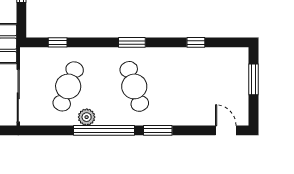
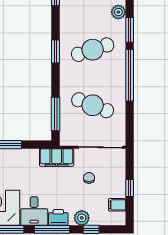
window: (58, 42) -> (56, 114), width x2.17
plant: (87, 117) -> (118, 12), moved

